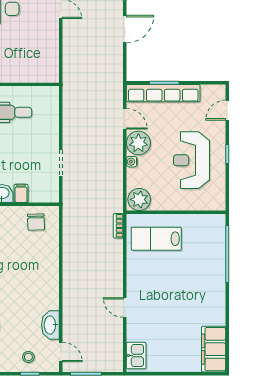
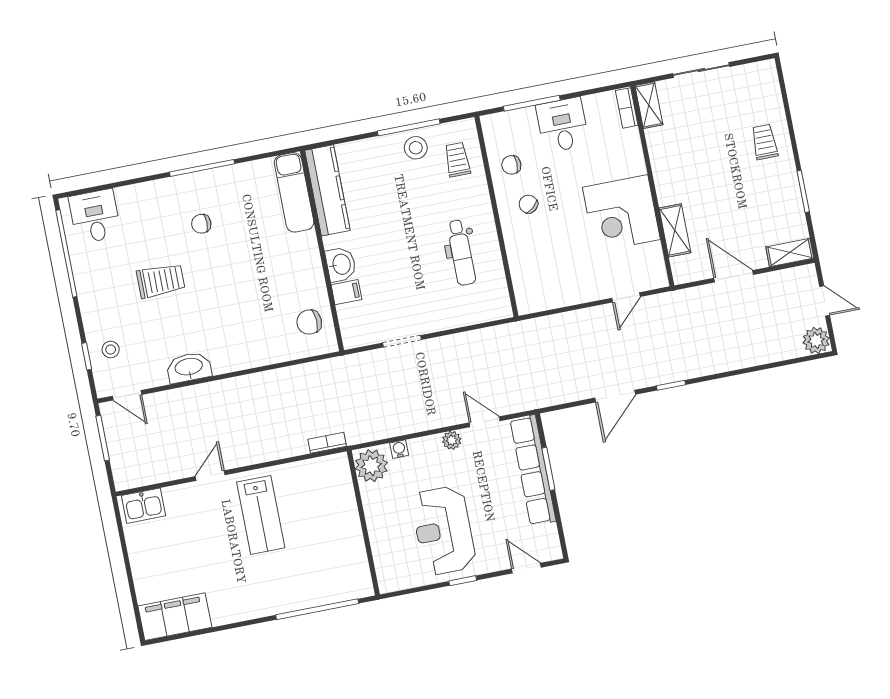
door: (125, 29) -> (615, 396), hinge flipped
door: (125, 119) -> (485, 422), swing flipped
plant: (138, 143) -> (452, 440), width x0.53, depth x0.53
reception desk: (191, 160) -> (443, 530), turned -90
water cooler: (132, 162) -> (399, 449), moved
lab bench: (156, 239) -> (261, 515), moved, turned 180
washbasin: (50, 325) -> (189, 367), moved
door: (61, 352) -> (127, 395), hinge flipped

